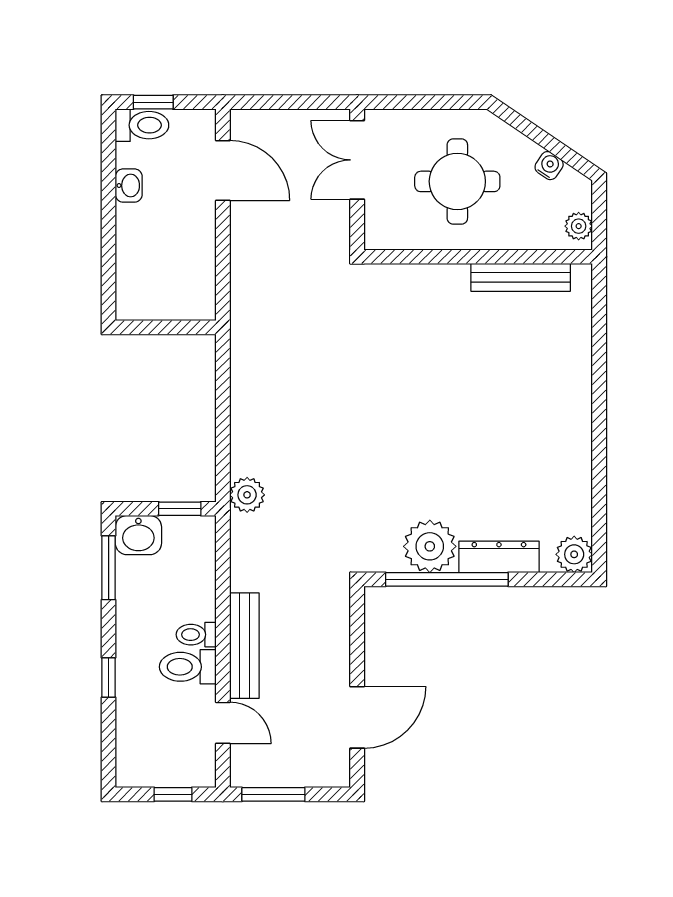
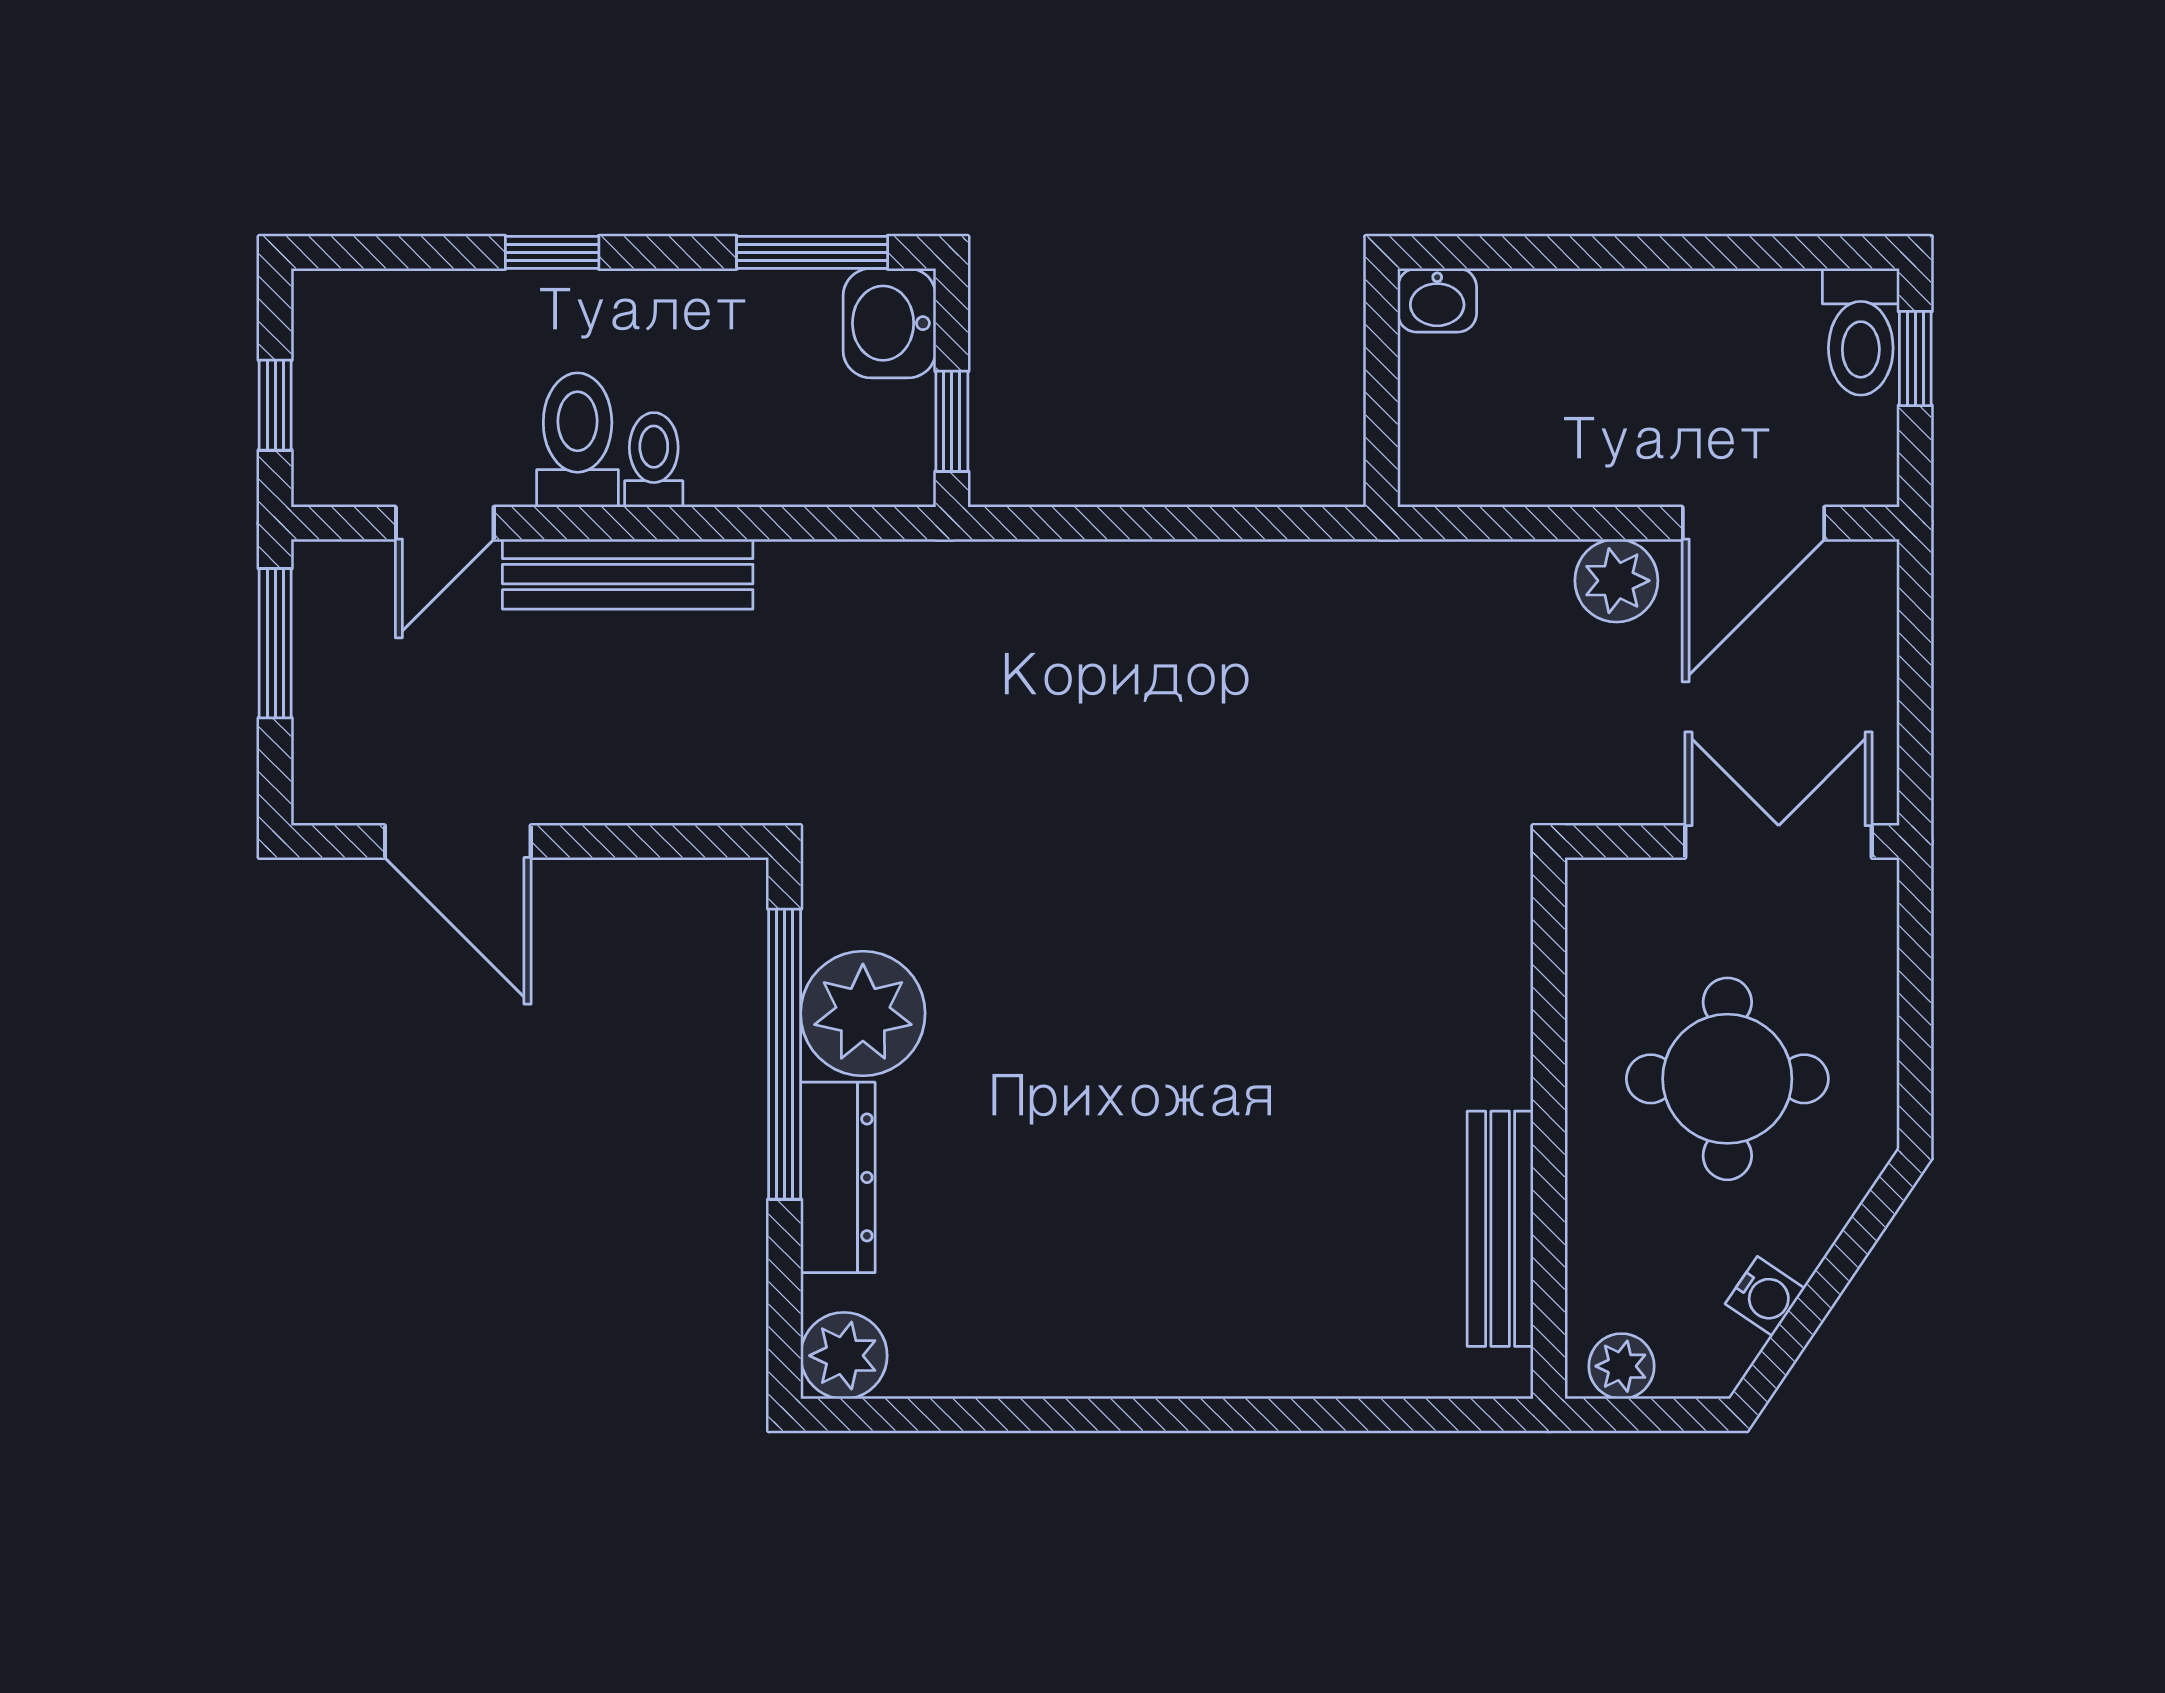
washbasin: (129, 186) -> (1437, 300), moved
plant: (247, 495) -> (1616, 581), moved

